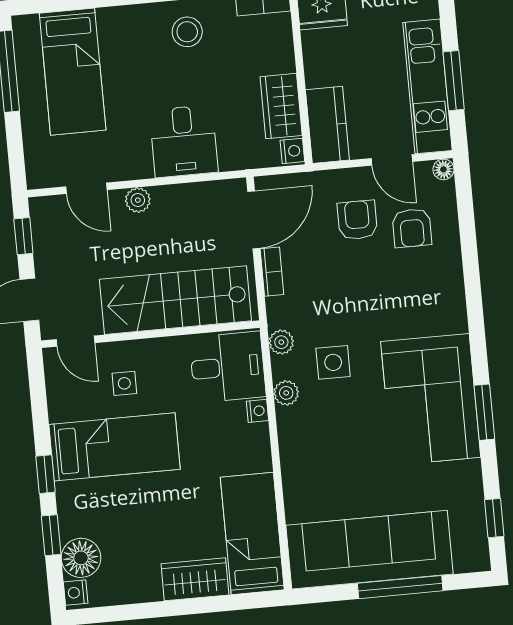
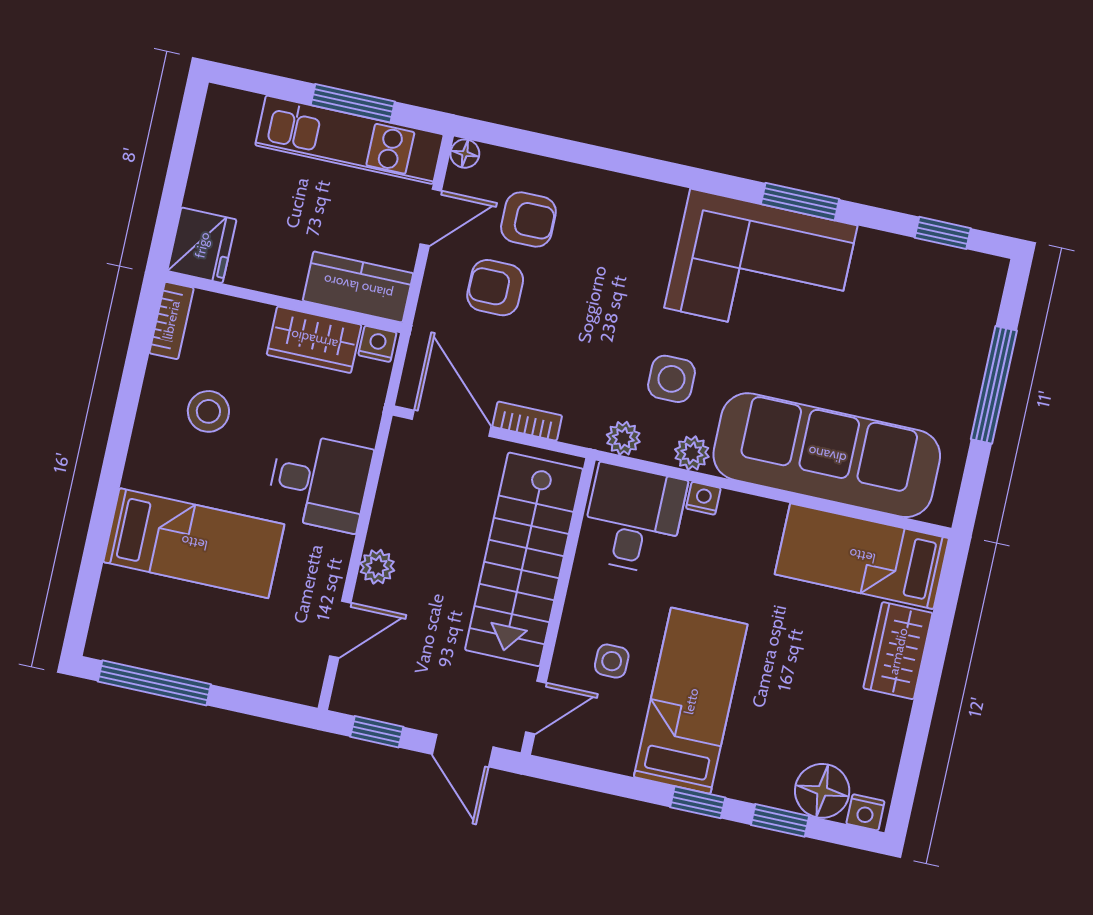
stool: (187, 32) -> (208, 411), moved
bed: (73, 72) -> (194, 543), moved
sofa: (369, 550) -> (827, 455), moved, turned 90

